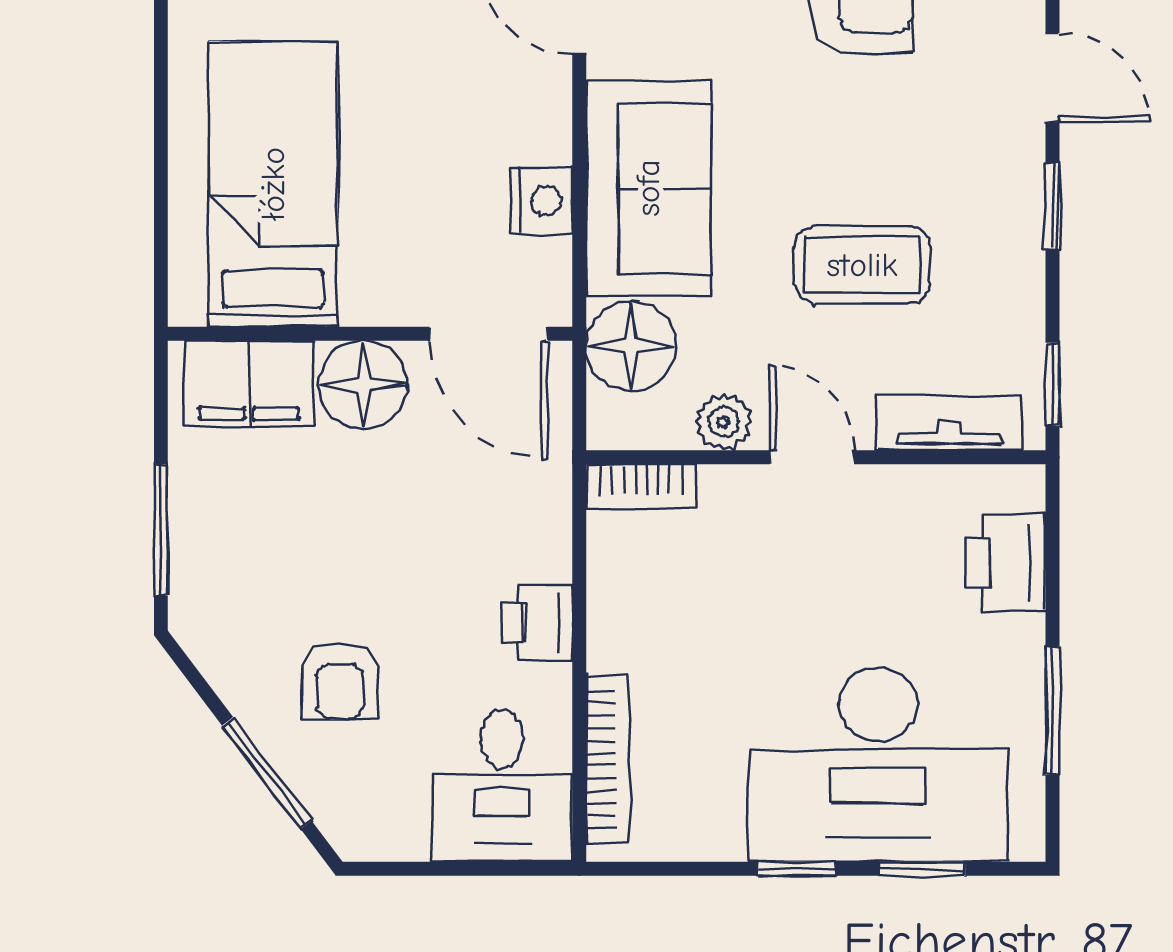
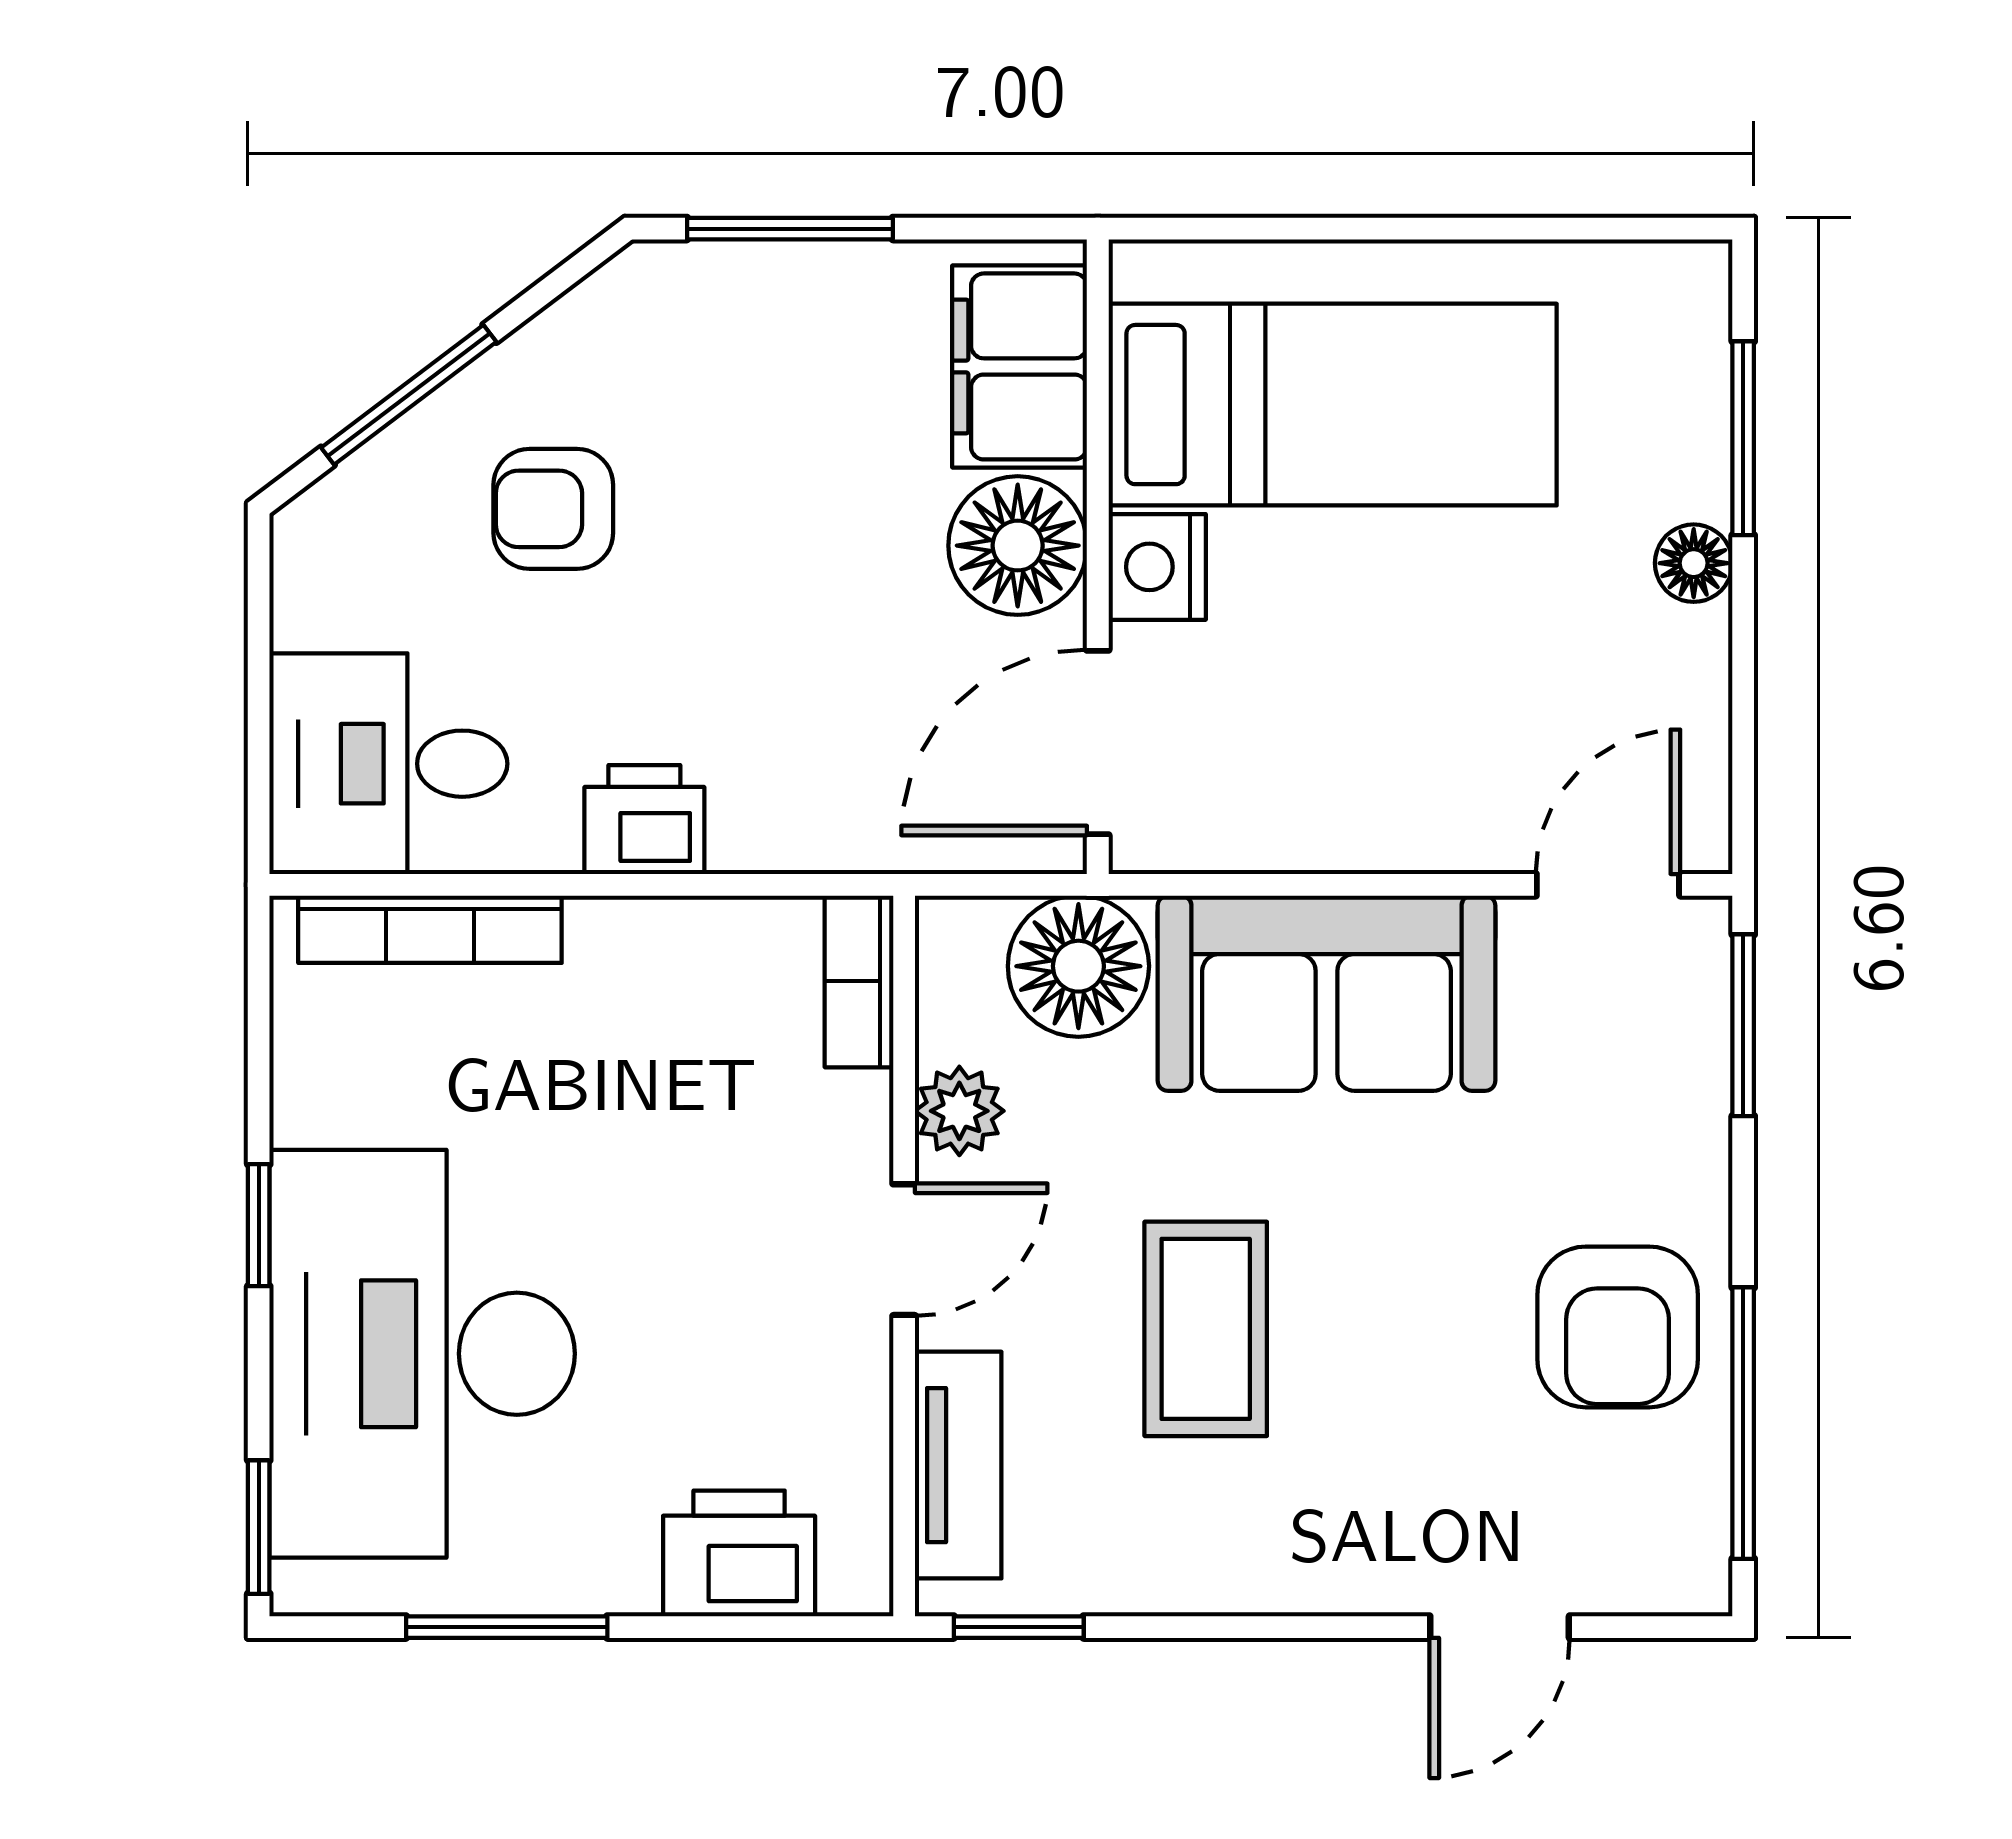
nightstand: (541, 201) -> (1157, 567), moved, turned 90
window: (1053, 206) -> (1298, 1627), removed
window: (923, 869) -> (259, 1527), moved

